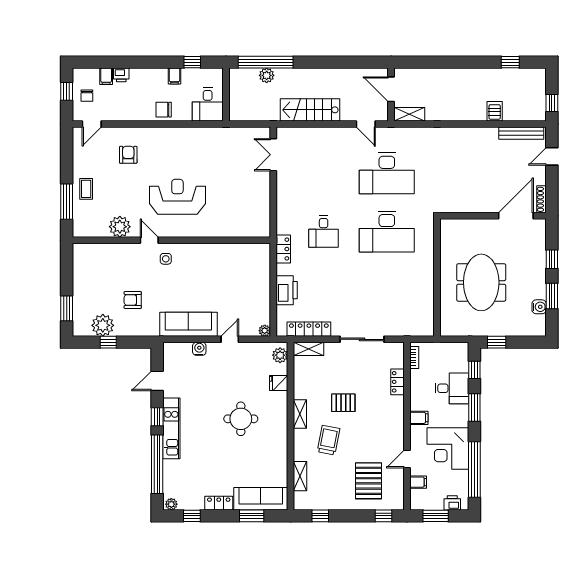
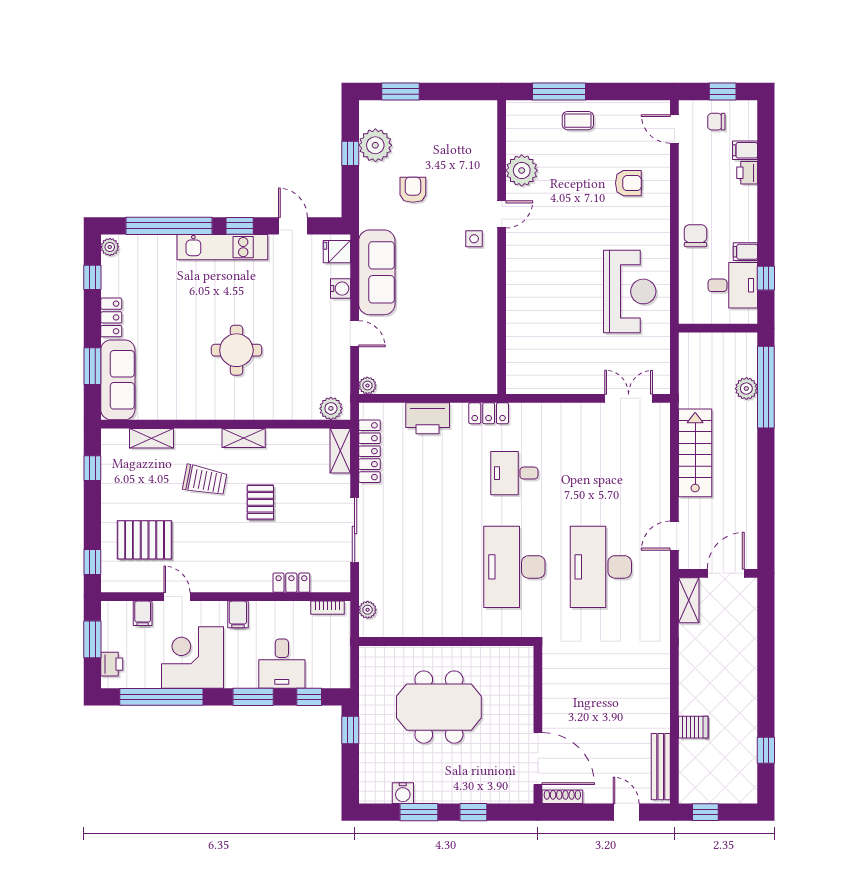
desk: (208, 104) -> (733, 285), moved, turned 180
reception desk: (177, 197) -> (630, 291), moved
plant: (416, 331) -> (368, 610), added
fridge: (279, 383) -> (337, 252), moved, turned -90

